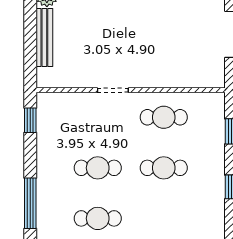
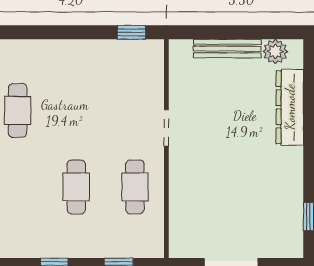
cafe table: (98, 168) -> (76, 110), removed
window: (30, 203) -> (35, 32), removed

